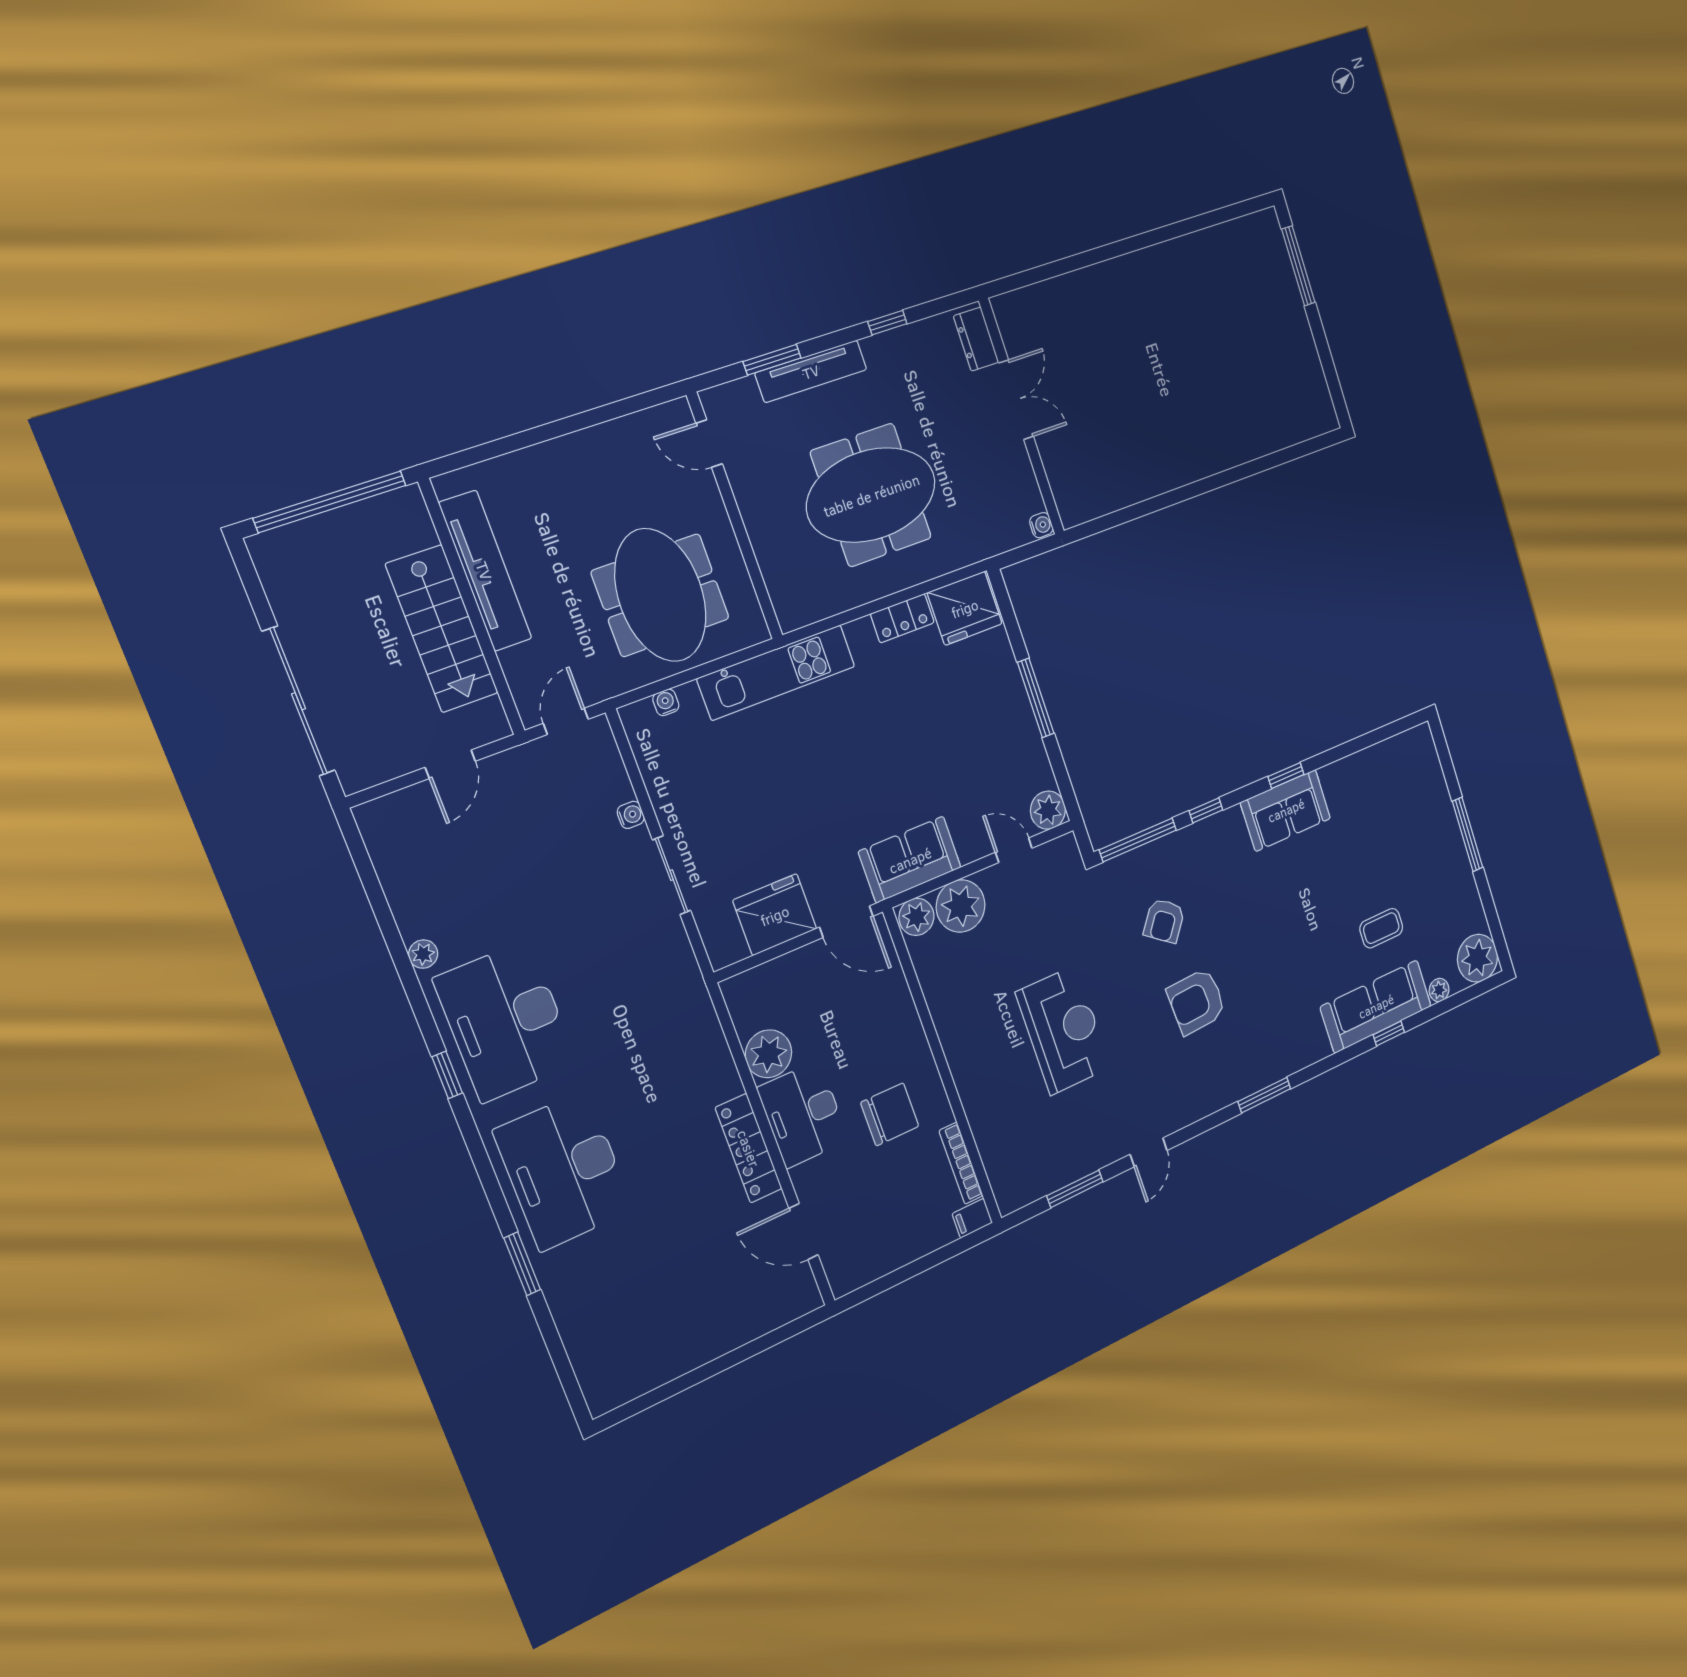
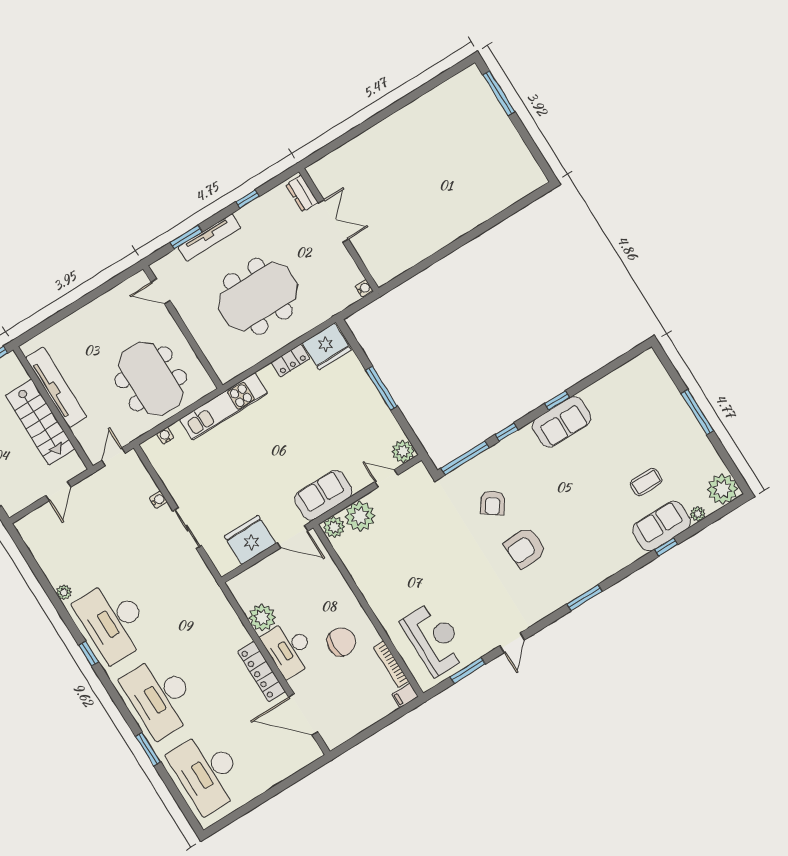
sofa: (1376, 1006) -> (662, 526), width x0.73
reception desk: (1063, 1030) -> (434, 639), moved
door: (804, 1232) -> (303, 714), width x1.36
desk: (620, 1316) -> (207, 772), added

